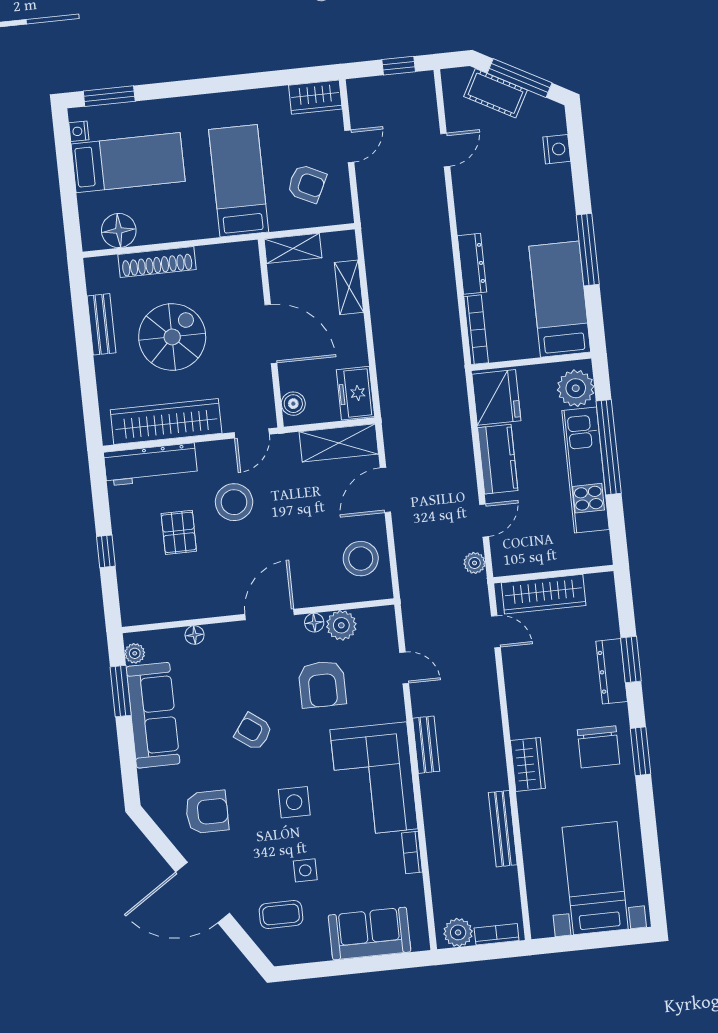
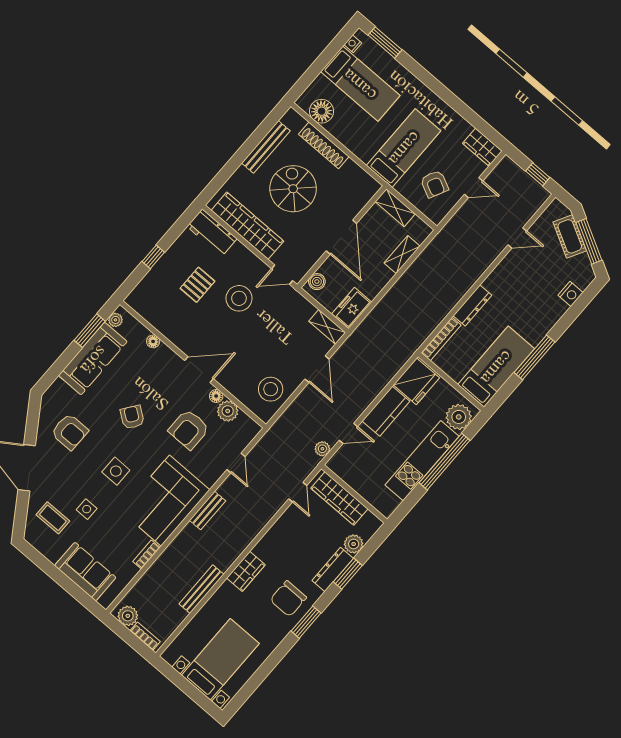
bench: (101, 324) -> (266, 147), width x1.36
spiral stairs: (172, 337) -> (293, 189), turned -90
shelving: (339, 443) -> (327, 327), width x0.67, depth x0.75
workbench: (151, 464) -> (212, 233), width x0.73
door: (385, 490) -> (317, 369), swing flipped
plant: (605, 624) -> (354, 544), added

